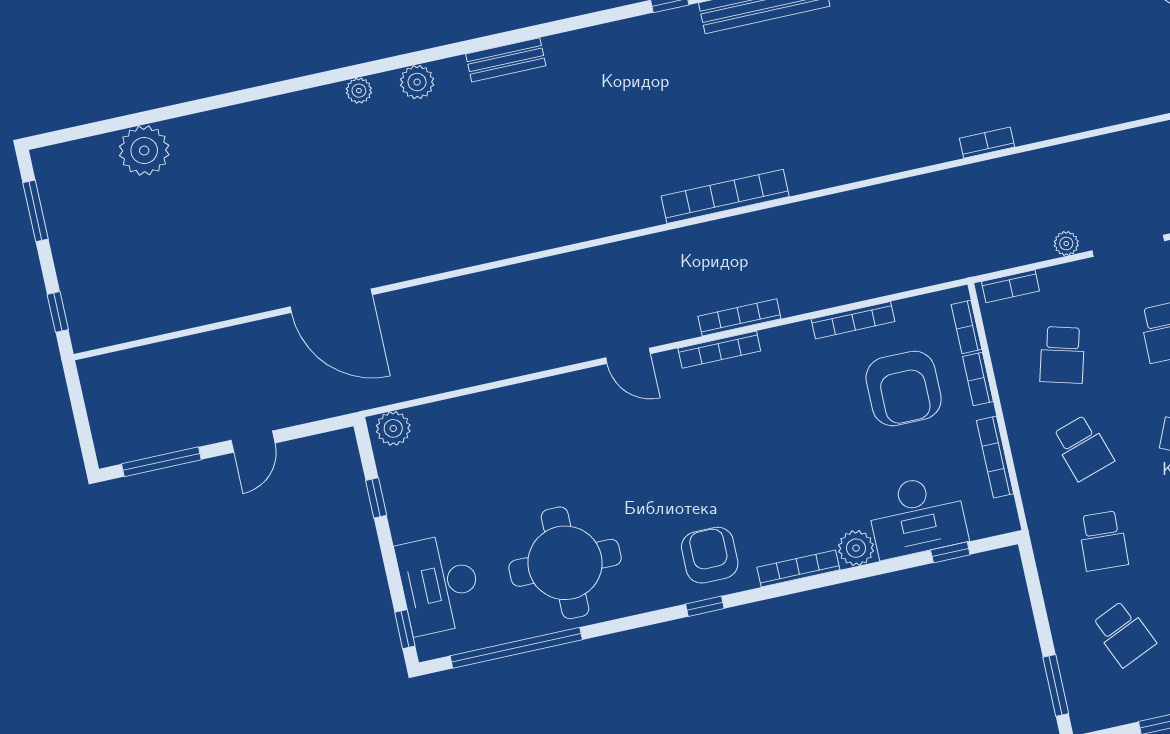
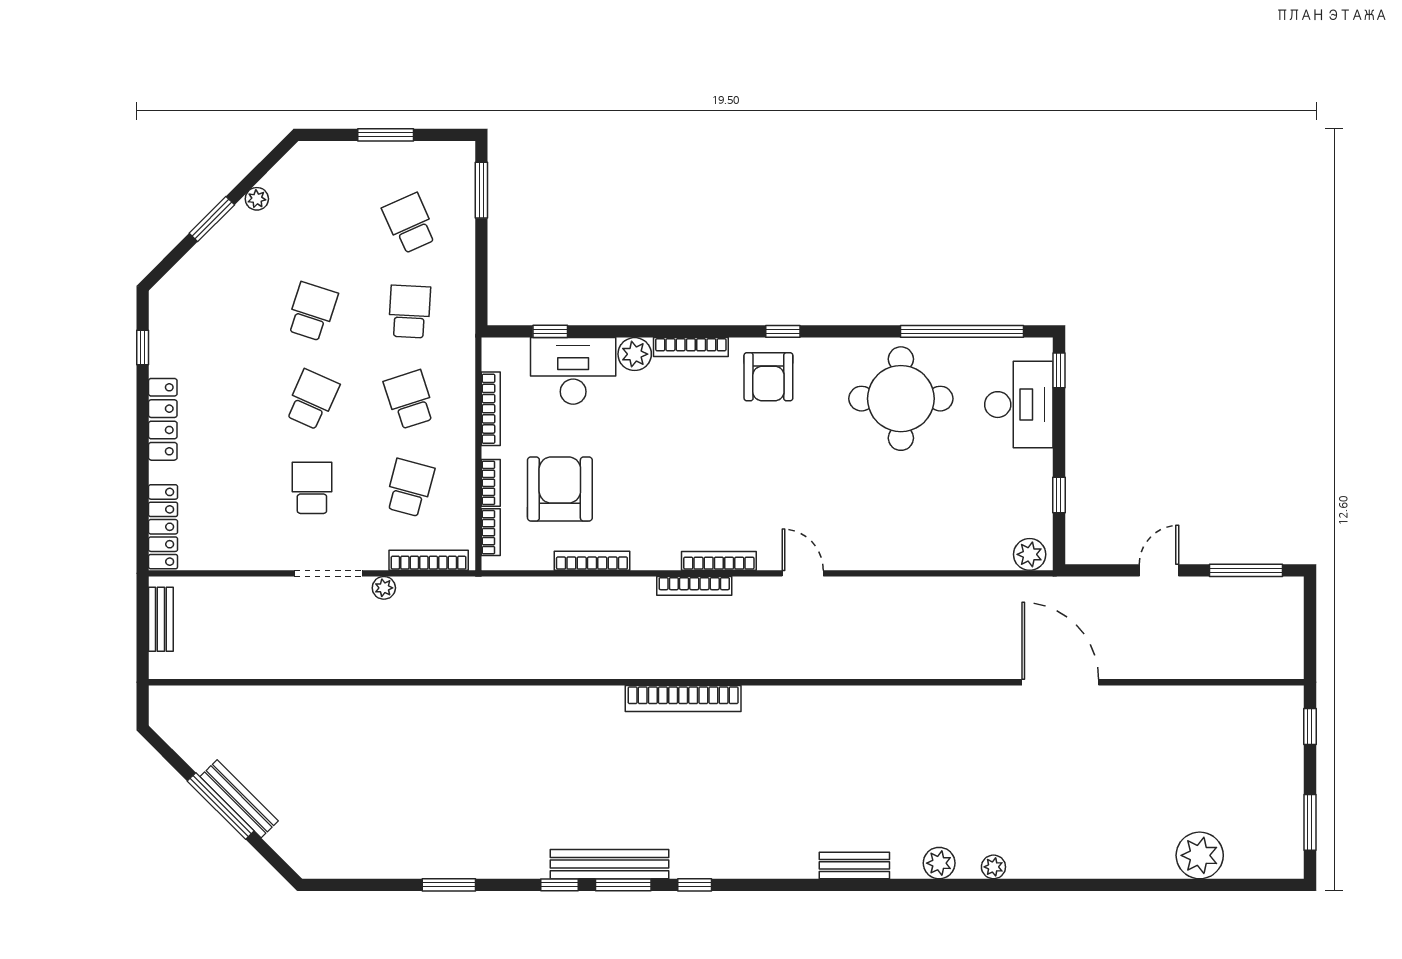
bookcase: (987, 143) -> (435, 695), removed
bookcase: (1010, 286) -> (429, 560), width x1.56

